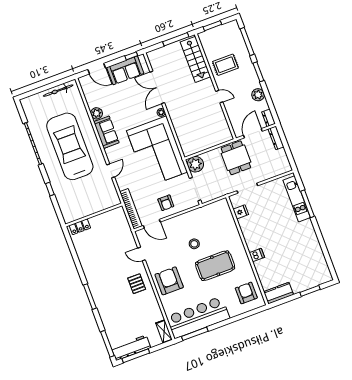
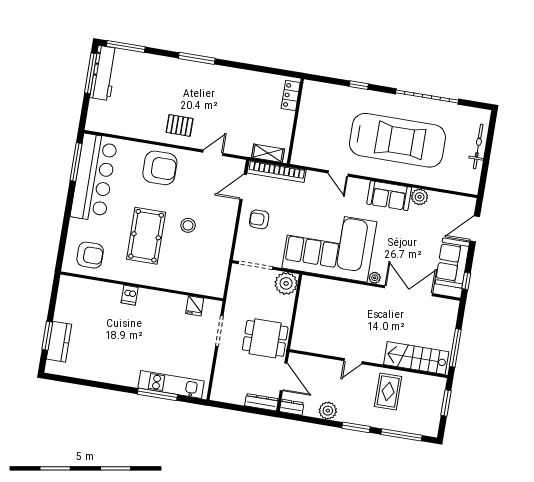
bicycle: (58, 91) -> (478, 146), moved
kitchen counter: (279, 293) -> (59, 342), moved
shelving: (164, 331) -> (268, 153), moved

